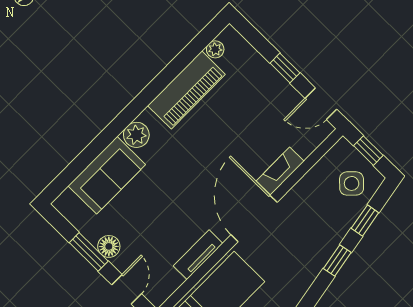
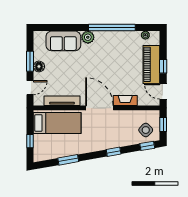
window: (156, 87) -> (112, 27), added
piano: (186, 90) -> (151, 64), moved, turned 90
door: (254, 218) -> (99, 108), hinge flipped
window: (365, 220) -> (147, 146), moved
tv unit: (198, 255) -> (62, 101), width x1.41

